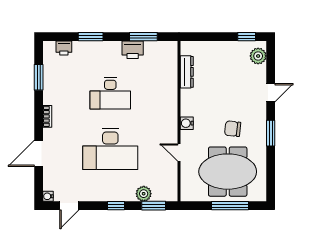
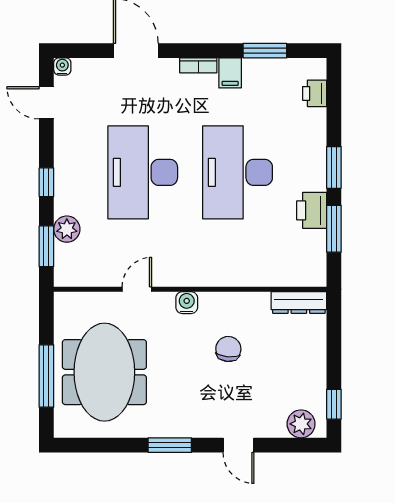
window: (91, 37) -> (334, 167), moved
dresser: (187, 72) -> (299, 303), moved
desk: (110, 93) -> (238, 172), width x1.36, depth x1.30
filing cabinet: (52, 98) -> (230, 73), added
chair: (233, 129) -> (228, 349), moved

